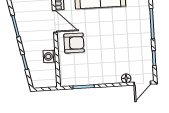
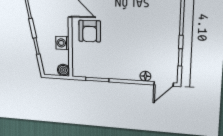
armchair: (74, 43) -> (90, 31), turned 90
boiler: (51, 82) -> (63, 70), added

